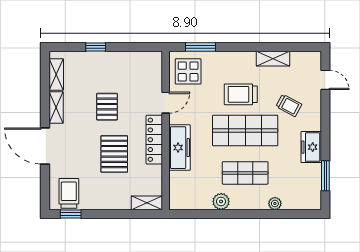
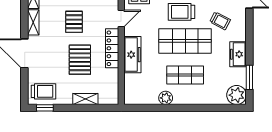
trolley: (69, 193) -> (43, 91), turned 90
shelving: (147, 203) -> (85, 99), moved
plant: (275, 203) -> (237, 95), moved, width x1.88, depth x1.88

